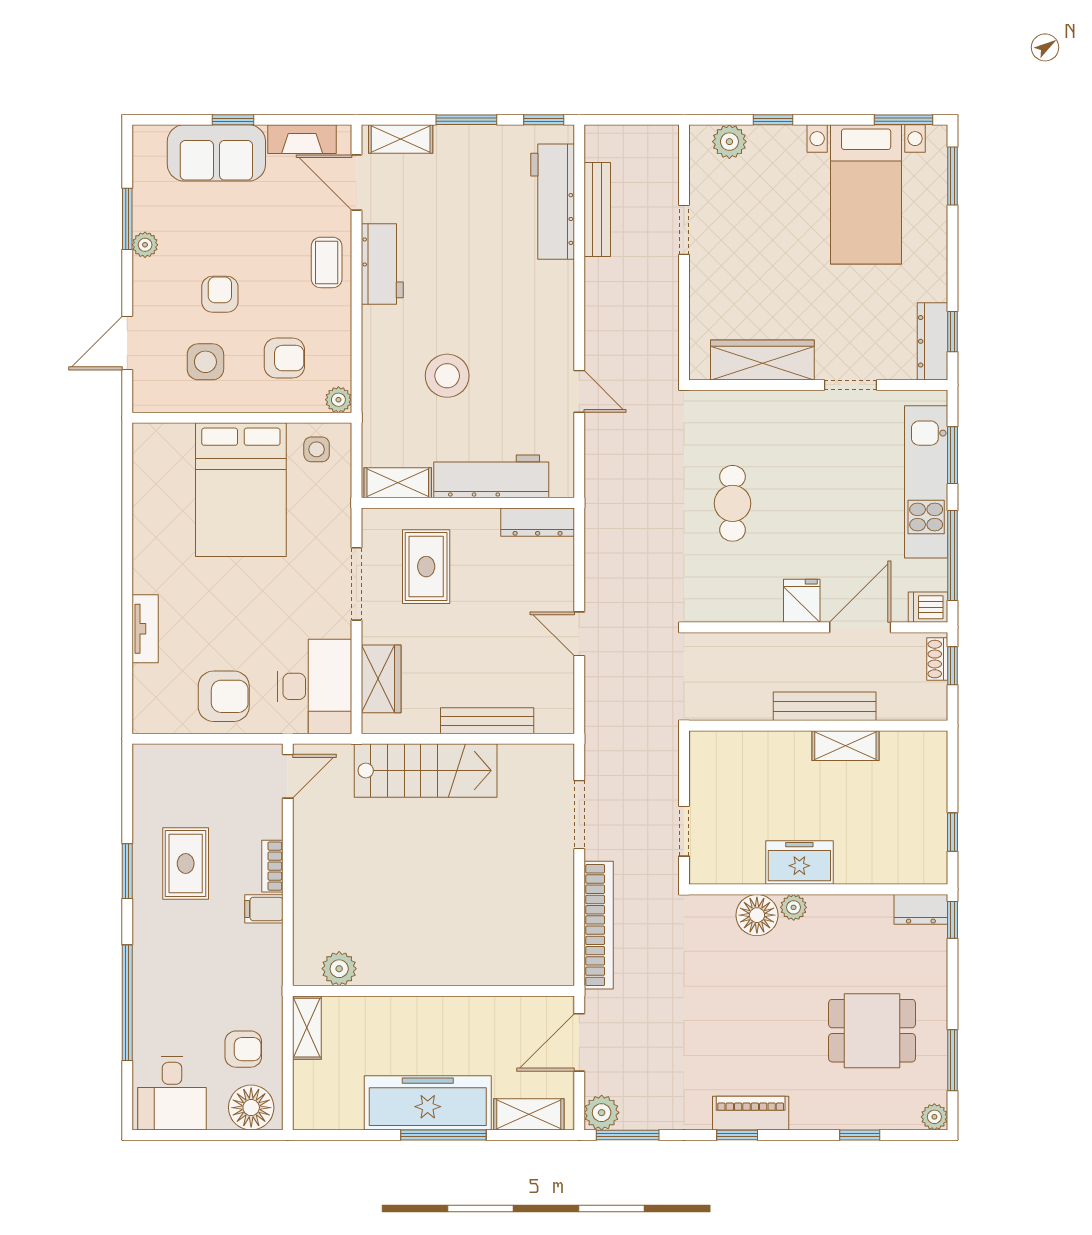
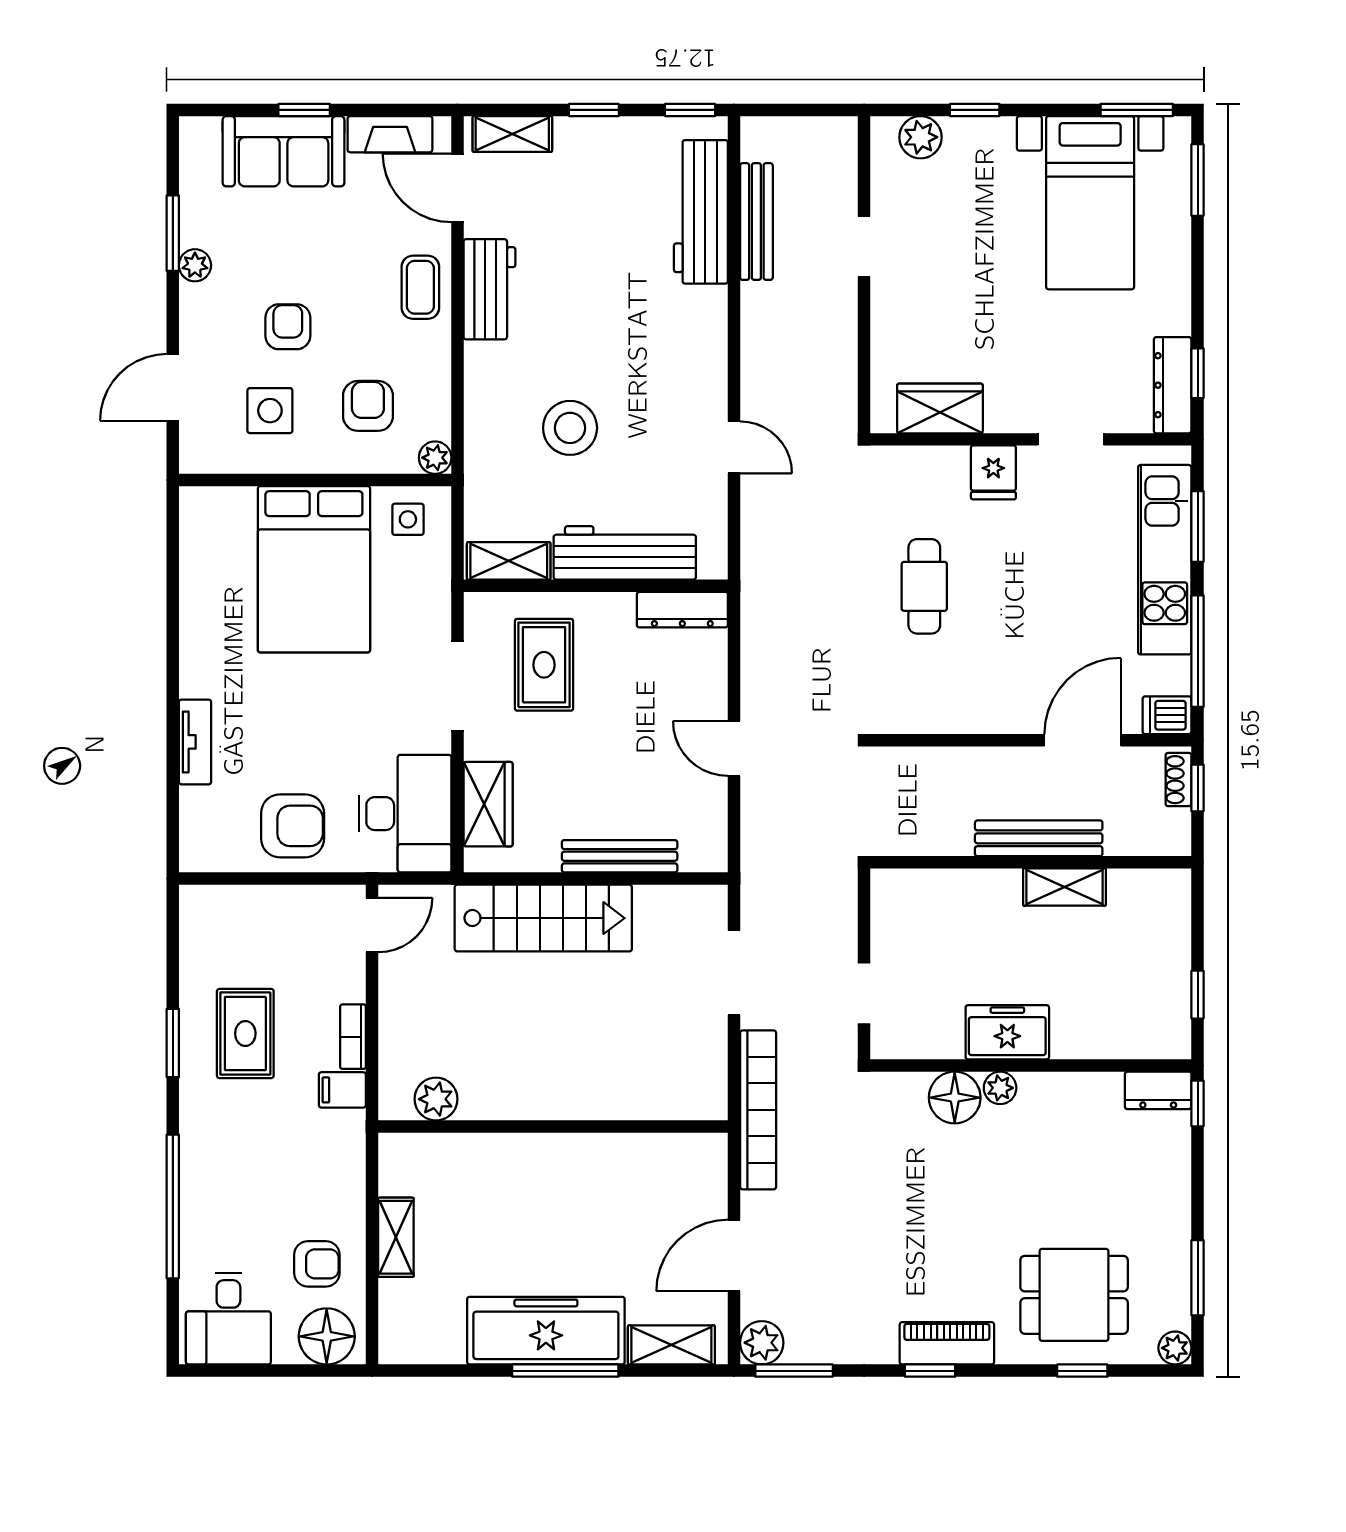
window: (466, 120) -> (594, 110), width x0.67
armchair: (284, 358) -> (368, 406), turned -90
wardrobe: (762, 360) -> (940, 408), width x0.67
fridge: (802, 601) -> (993, 472), moved, turned 180
plant: (339, 969) -> (436, 1099), moved
wall: (433, 991) -> (553, 1127), moved
dining table: (872, 1031) -> (1074, 1295), moved

